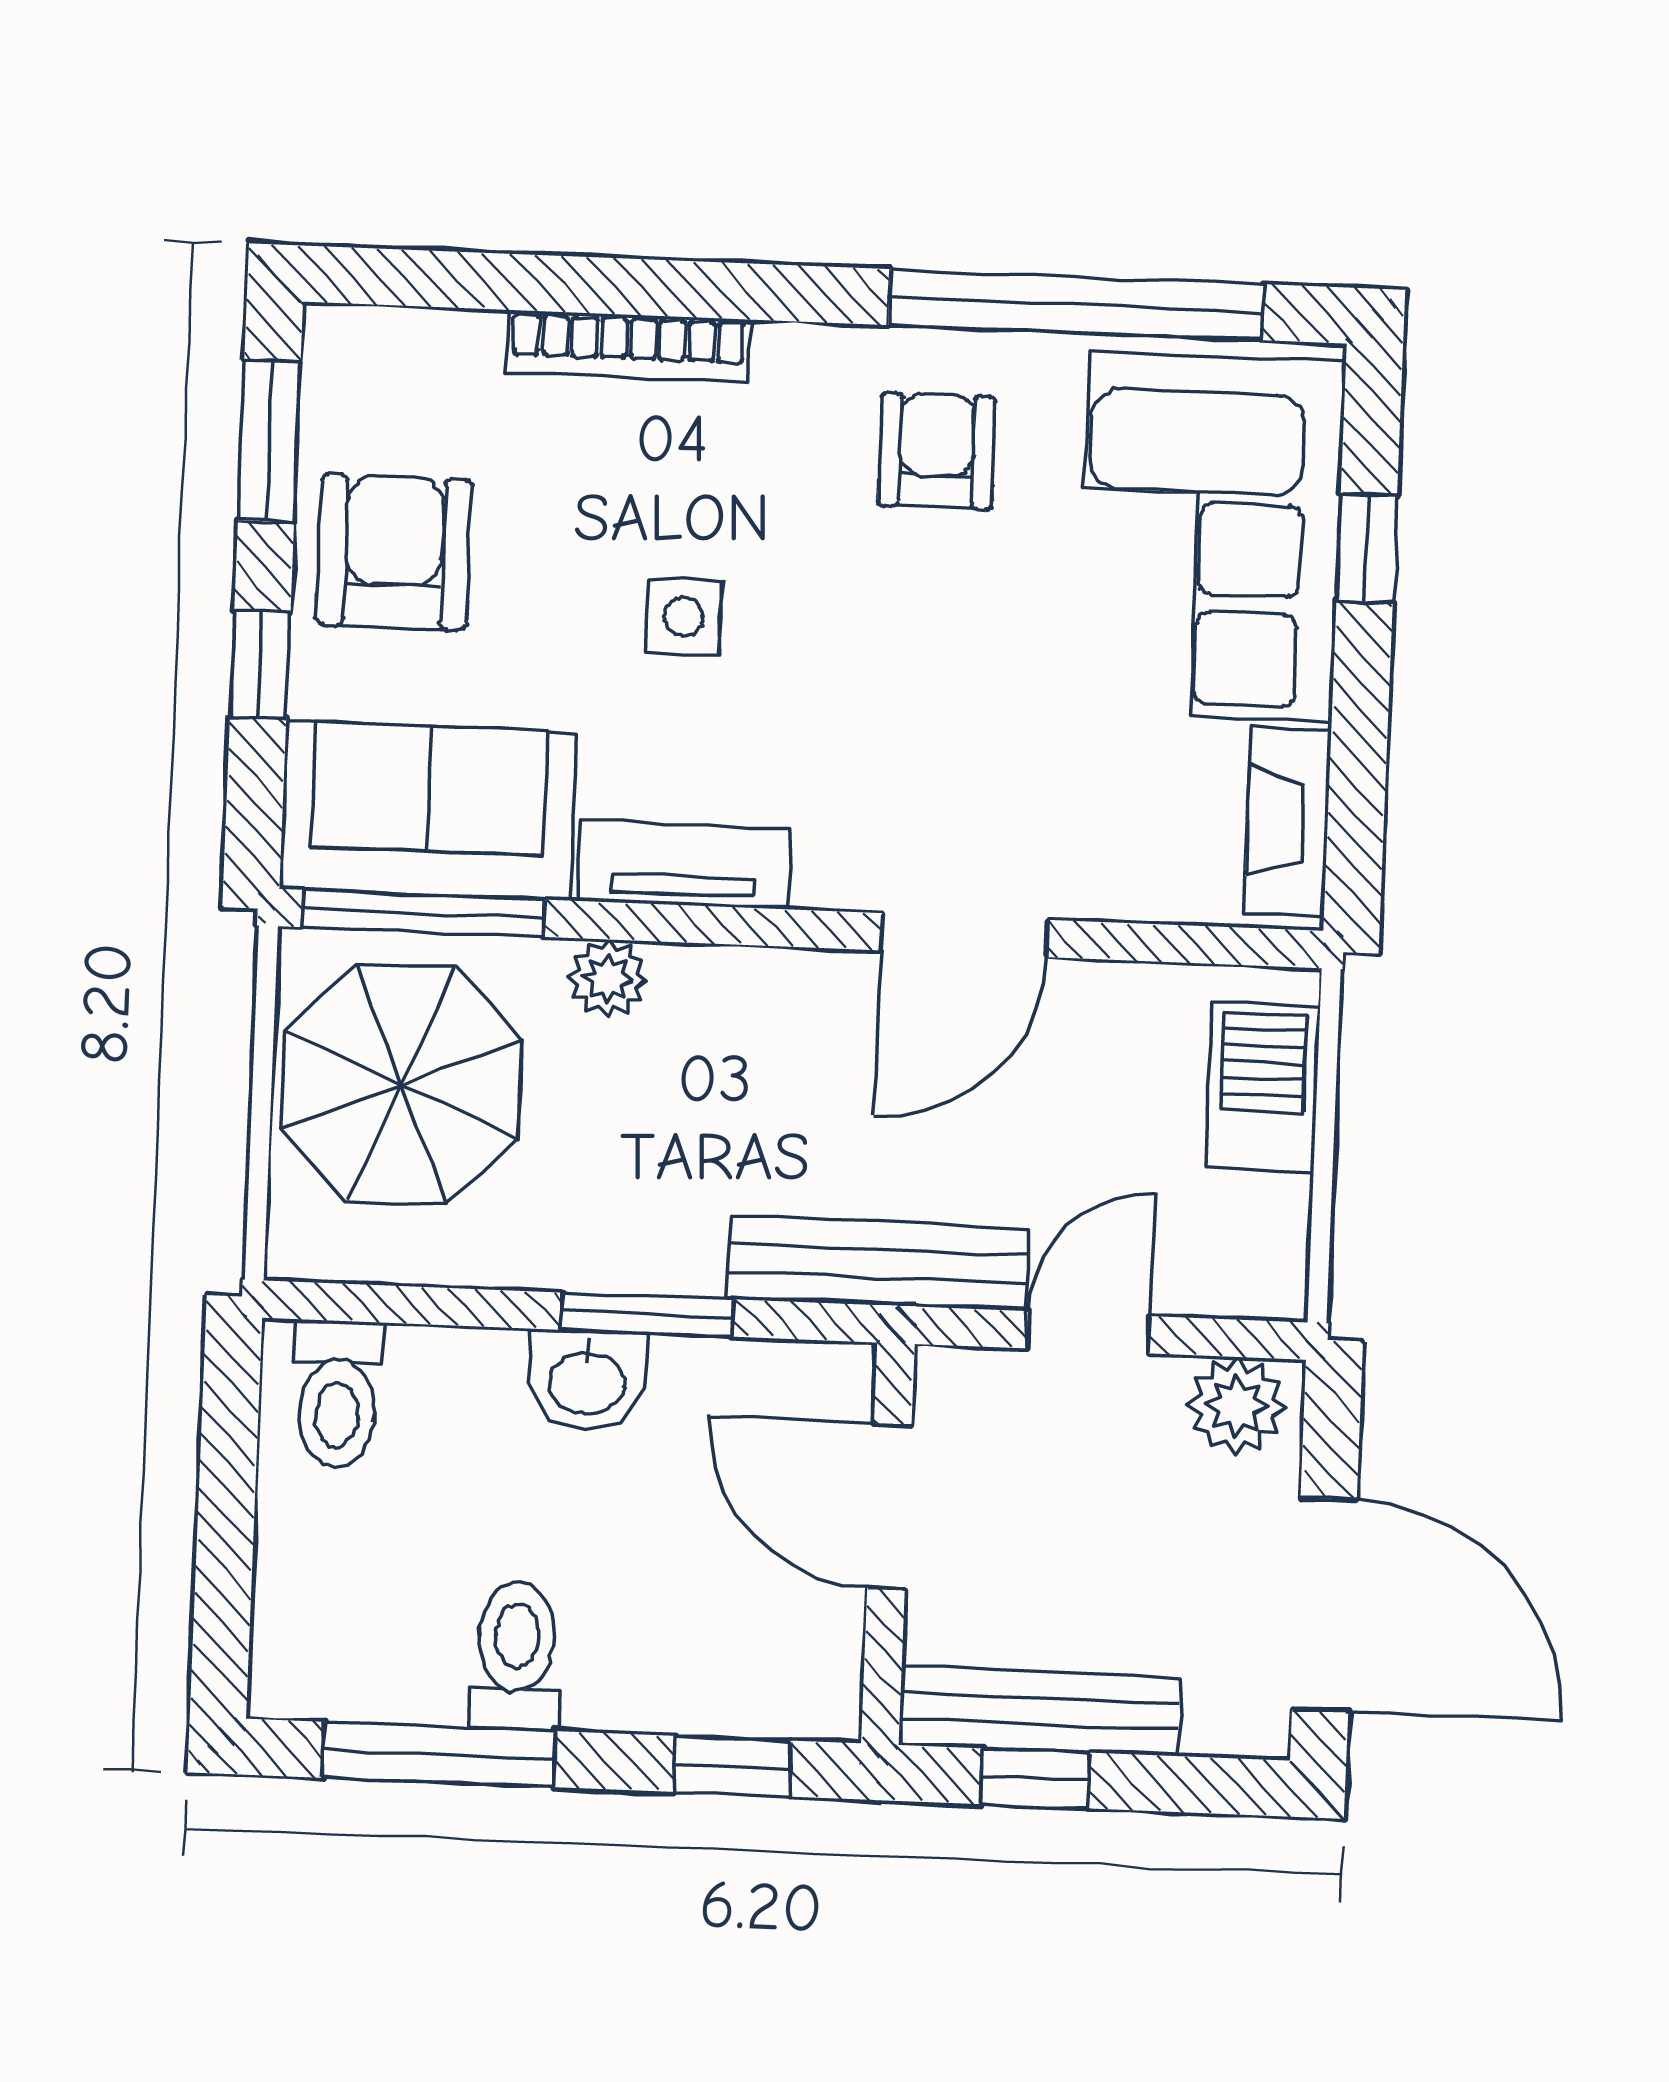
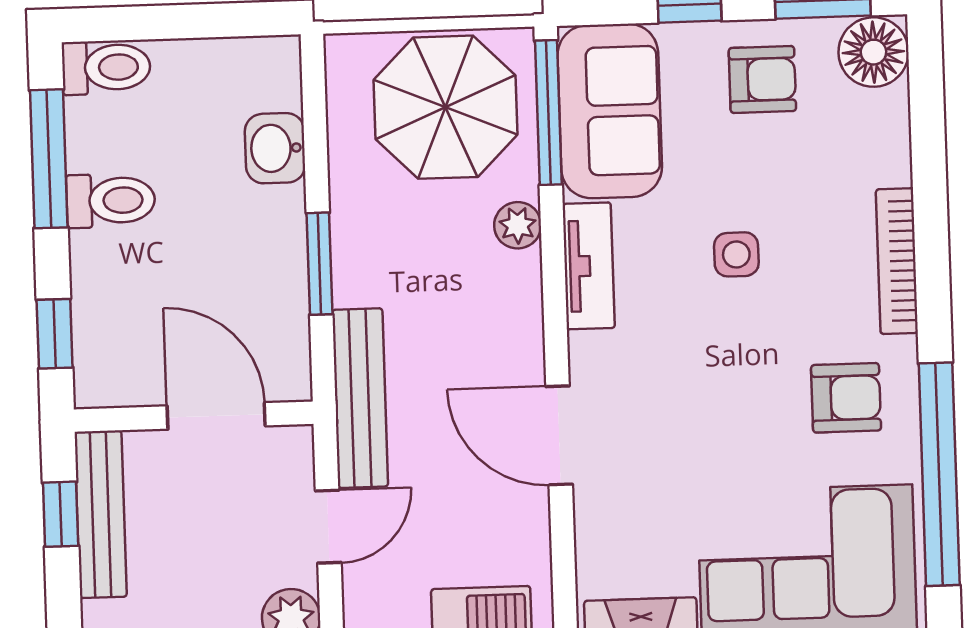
bookcase: (628, 346) -> (897, 261), moved
floor lamp: (362, 363) -> (873, 52), added
armchair: (394, 552) -> (762, 79), width x0.72, depth x0.72
door: (1088, 1332) -> (328, 527), hinge flipped
washbasin: (587, 1380) -> (275, 148), moved
toilet: (338, 1394) -> (106, 67), moved, turned 180
door: (889, 1506) -> (216, 416), hinge flipped

